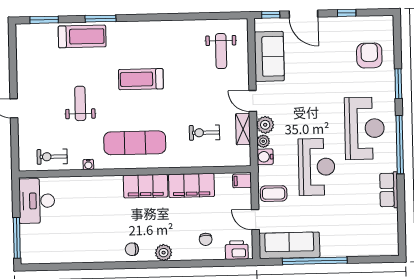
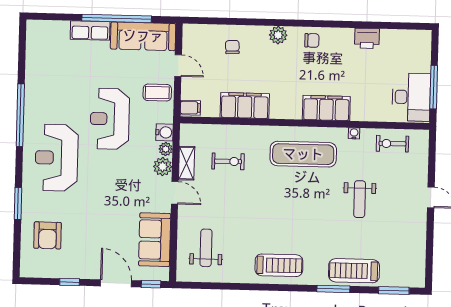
treadmill: (141, 79) -> (279, 265), moved
window: (400, 145) -> (20, 115), moved
exercise bike: (52, 157) -> (392, 144), turned 180
filing cabinet: (146, 186) -> (326, 108), moved
row of seats: (389, 190) -> (90, 30), moved, turned 90
window: (17, 238) -> (434, 87), moved
printer: (237, 250) -> (367, 38), moved

